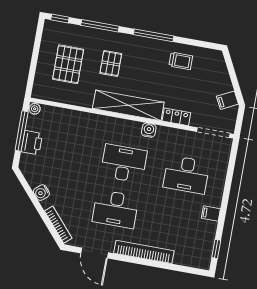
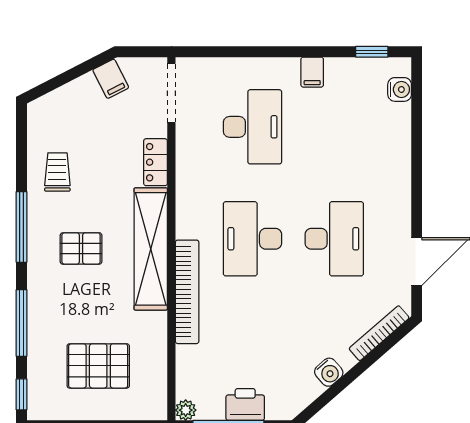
pallet: (111, 63) -> (81, 248), moved
water cooler: (149, 130) -> (400, 89), moved, turned 180
bookcase: (144, 252) -> (187, 292), moved, turned 180

